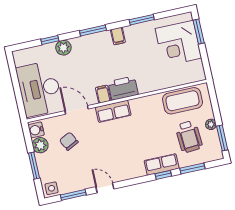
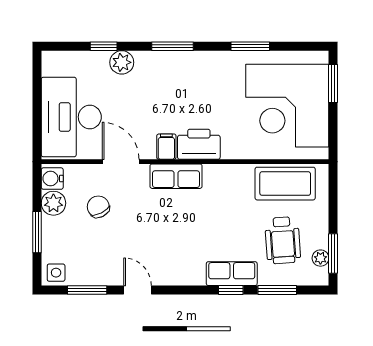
filing cabinet: (118, 36) -> (209, 63), removed
corner desk: (178, 43) -> (287, 106), width x1.36, depth x1.36
plant: (211, 124) -> (320, 258), moved

